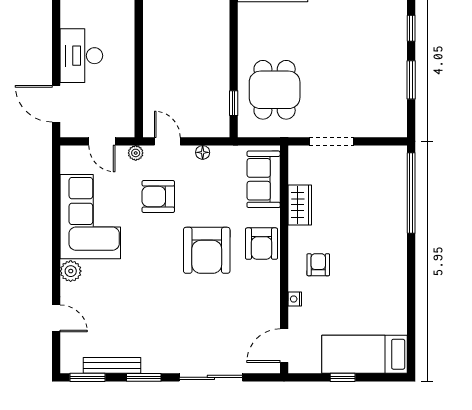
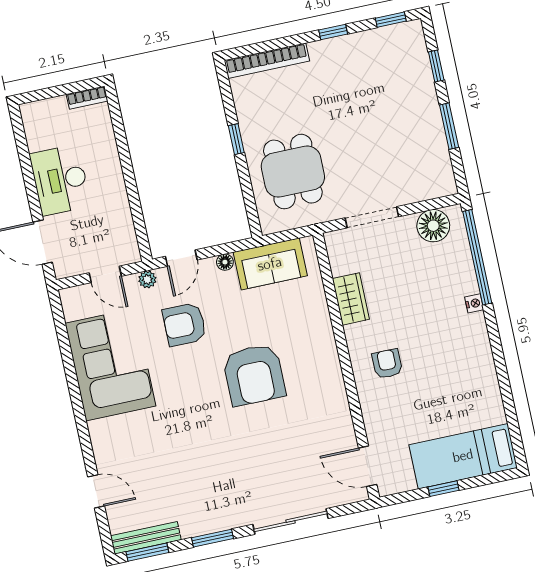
window: (234, 103) -> (236, 139), moved
door: (167, 141) -> (181, 258), swing flipped
floor lamp: (381, 159) -> (433, 226), added
sofa: (264, 179) -> (270, 264), moved, turned -90
armchair: (262, 244) -> (316, 353), removed
plant: (71, 271) -> (101, 433), removed
nightstand: (295, 299) -> (474, 303), moved, turned 180
door: (284, 346) -> (368, 466), hinge flipped
bench: (112, 365) -> (146, 538), moved

